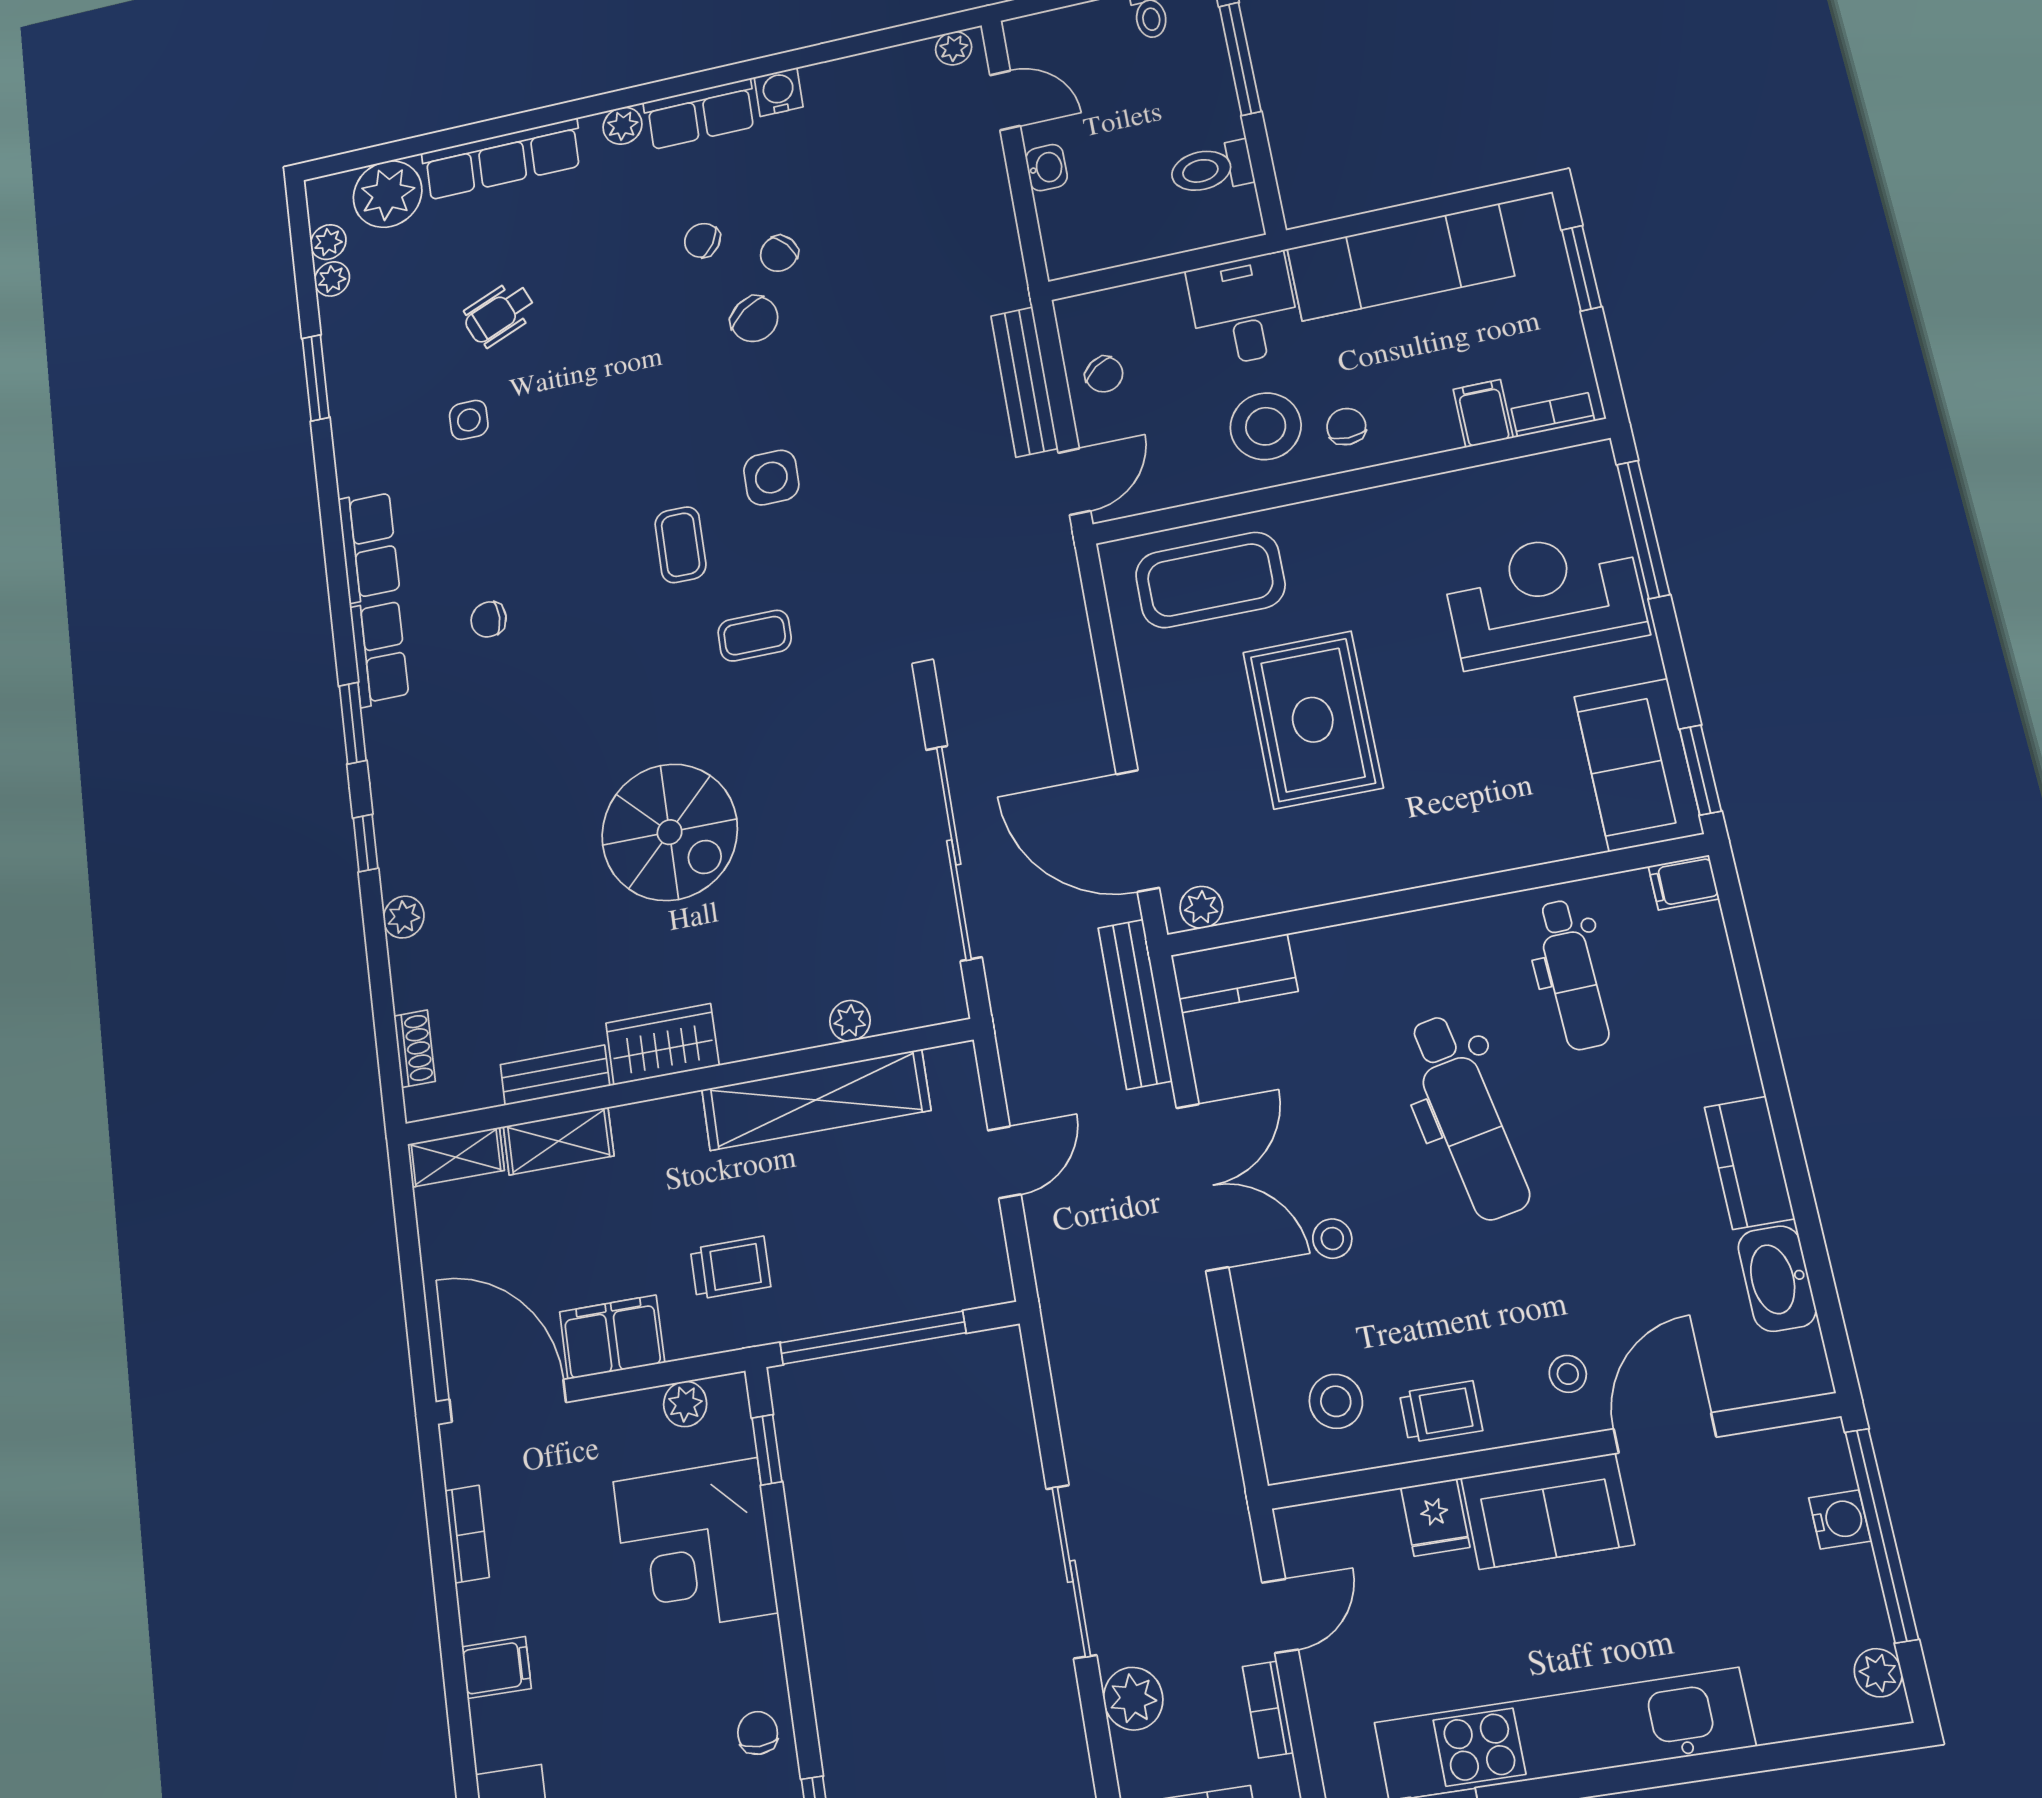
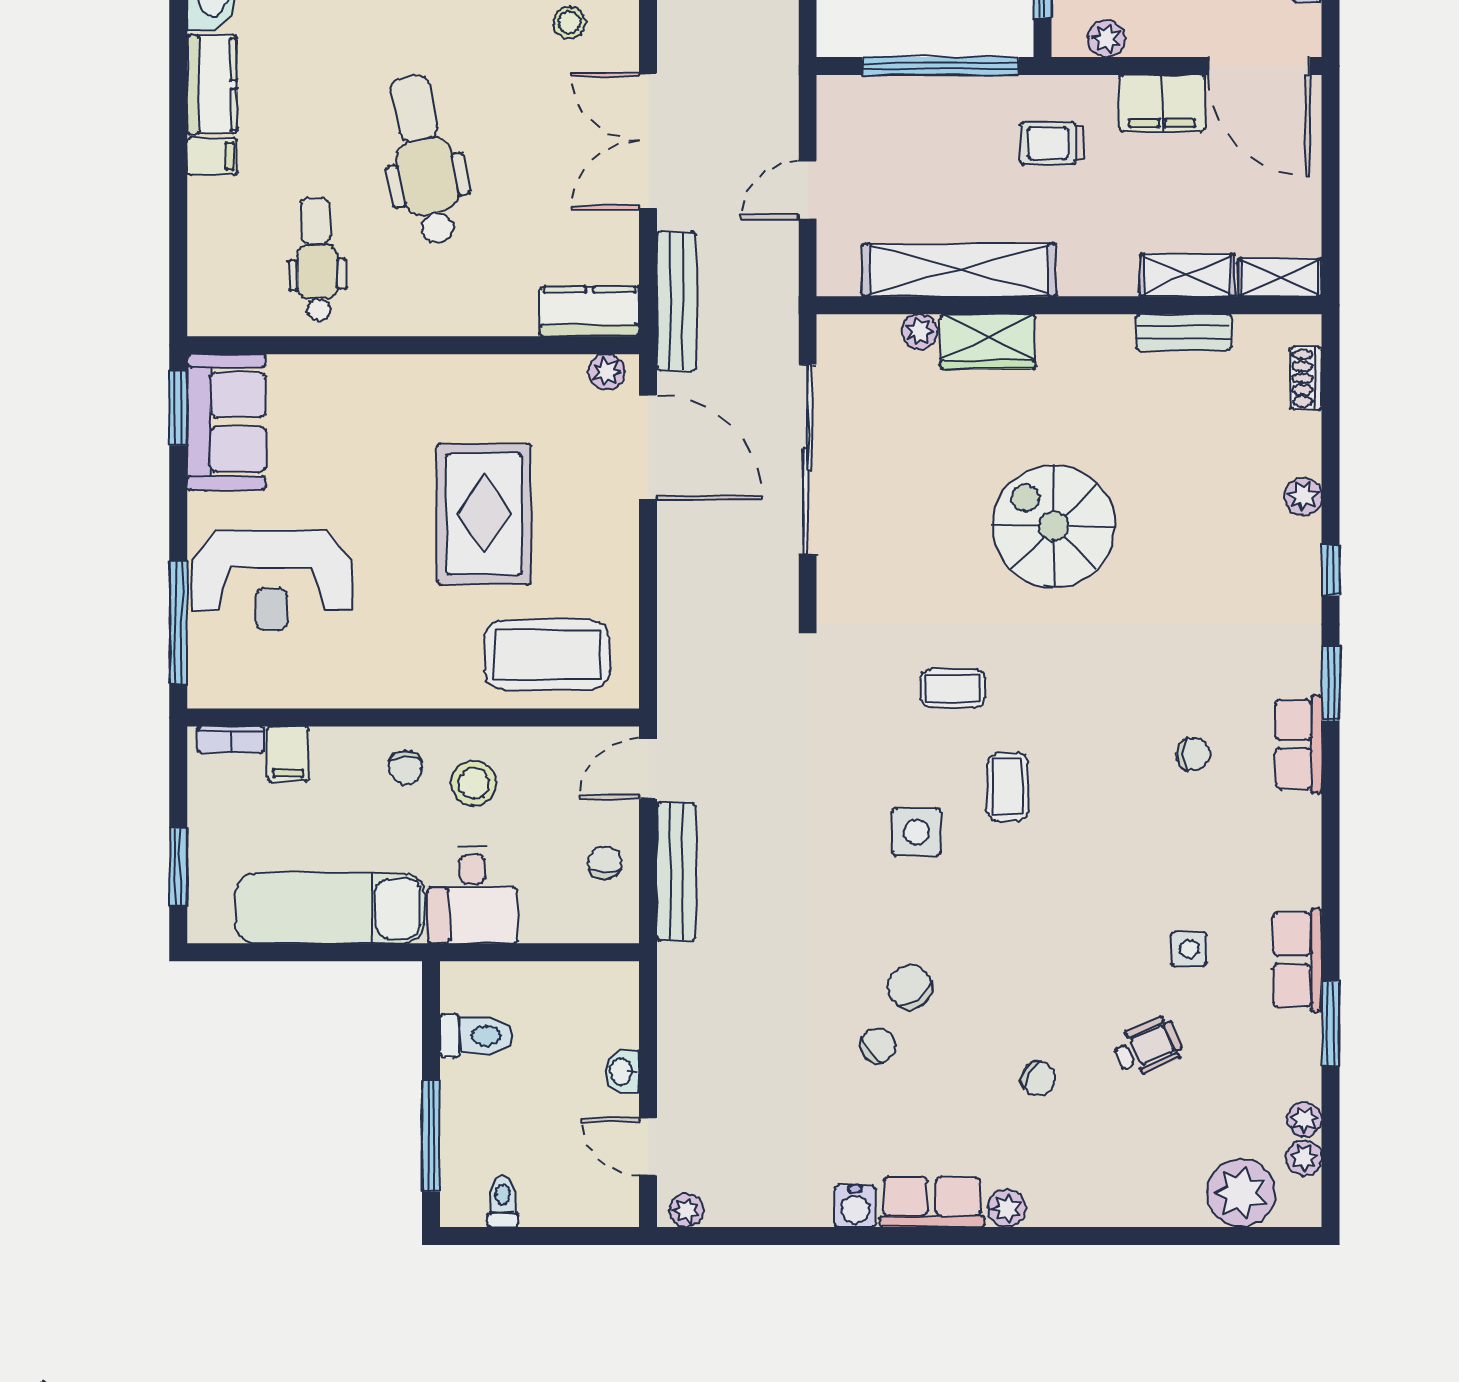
row of seats: (502, 159) -> (1126, 1202), removed
chair: (702, 240) -> (1038, 1078), moved
chair: (1104, 374) -> (605, 863), turned 36
stool: (1266, 426) -> (474, 783), width x0.73, depth x0.73
row of seats: (369, 546) -> (1297, 960), moved
filing cabinet: (1684, 882) -> (212, 156), moved
wardrobe: (662, 1044) -> (988, 342), moved
stool: (1332, 1239) -> (569, 23), moved

